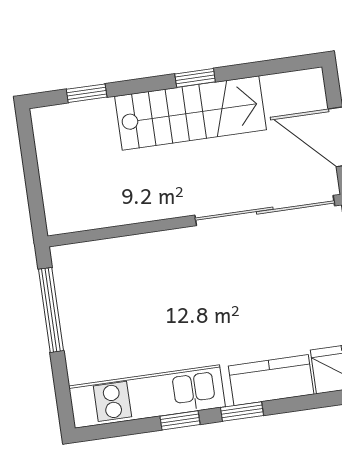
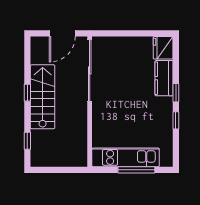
window: (51, 310) -> (136, 170), moved
kitchen unit: (147, 396) -> (126, 157), moved, turned 90

